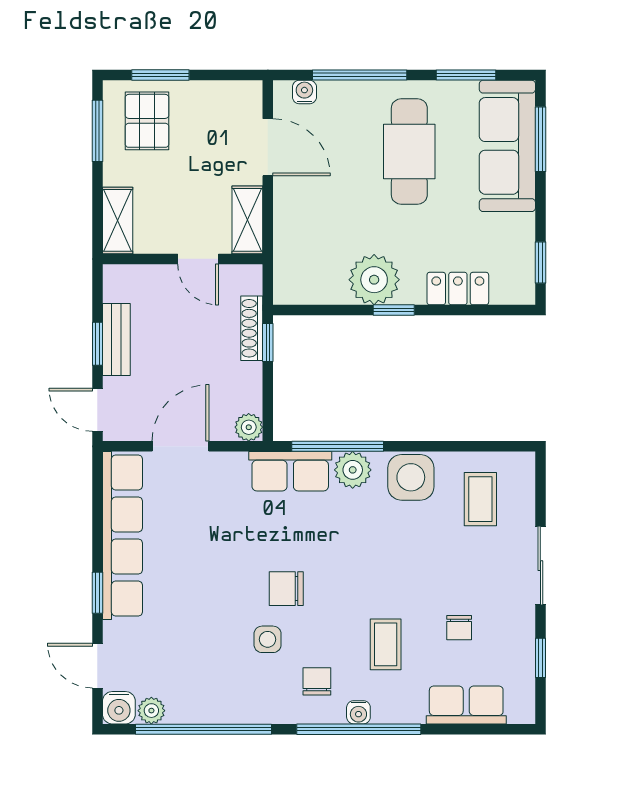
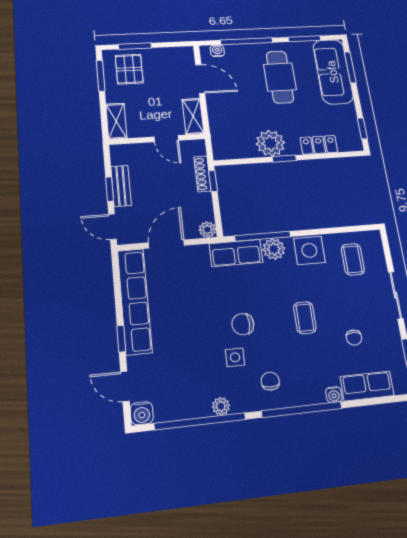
coffee table: (386, 644) -> (305, 318), moved
plant: (151, 711) -> (221, 406), moved
water cooler: (358, 712) -> (334, 395), moved

